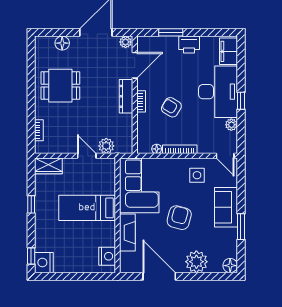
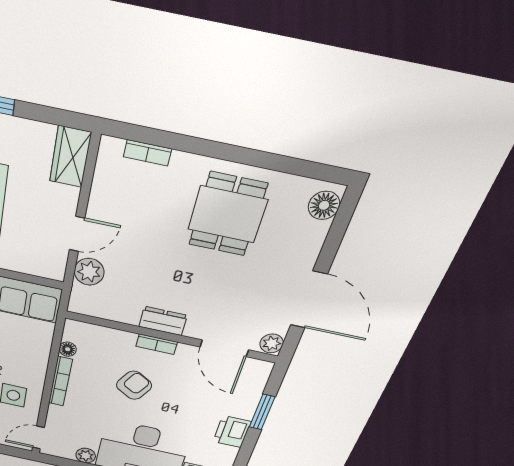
floor lamp: (62, 43) -> (324, 205), moved
dresser: (126, 96) -> (163, 321), width x0.70

